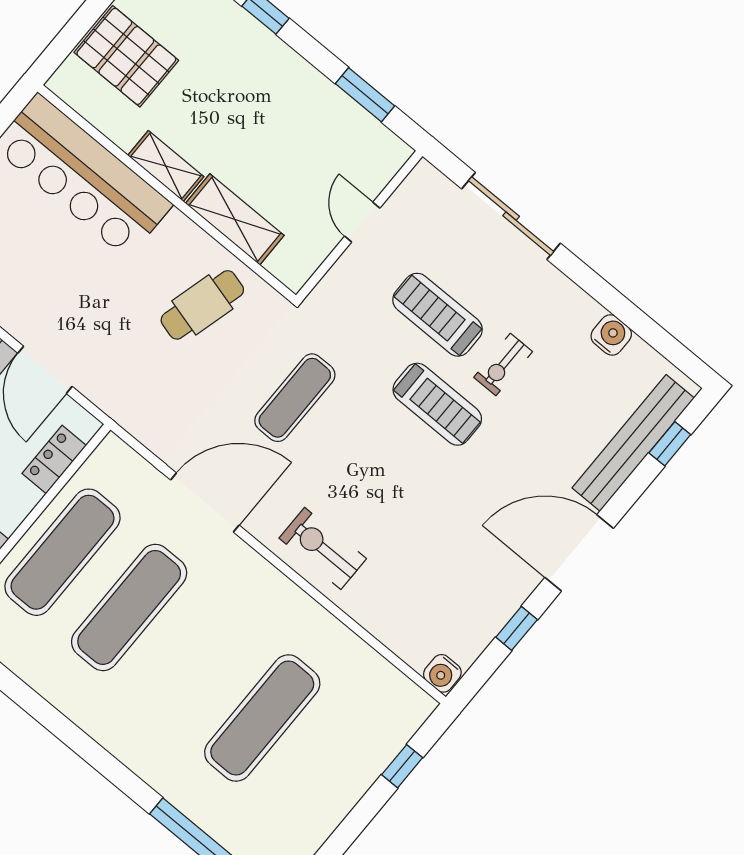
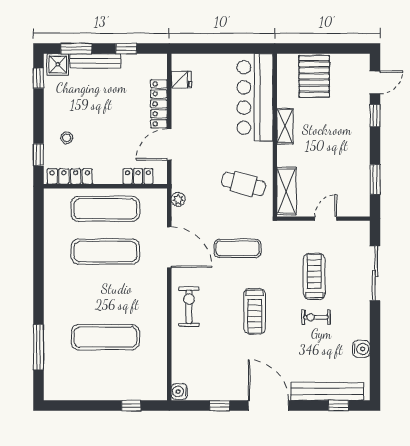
shelving: (235, 219) -> (286, 191), moved
treadmill: (437, 404) -> (255, 311), moved
plant: (142, 427) -> (178, 199), added

